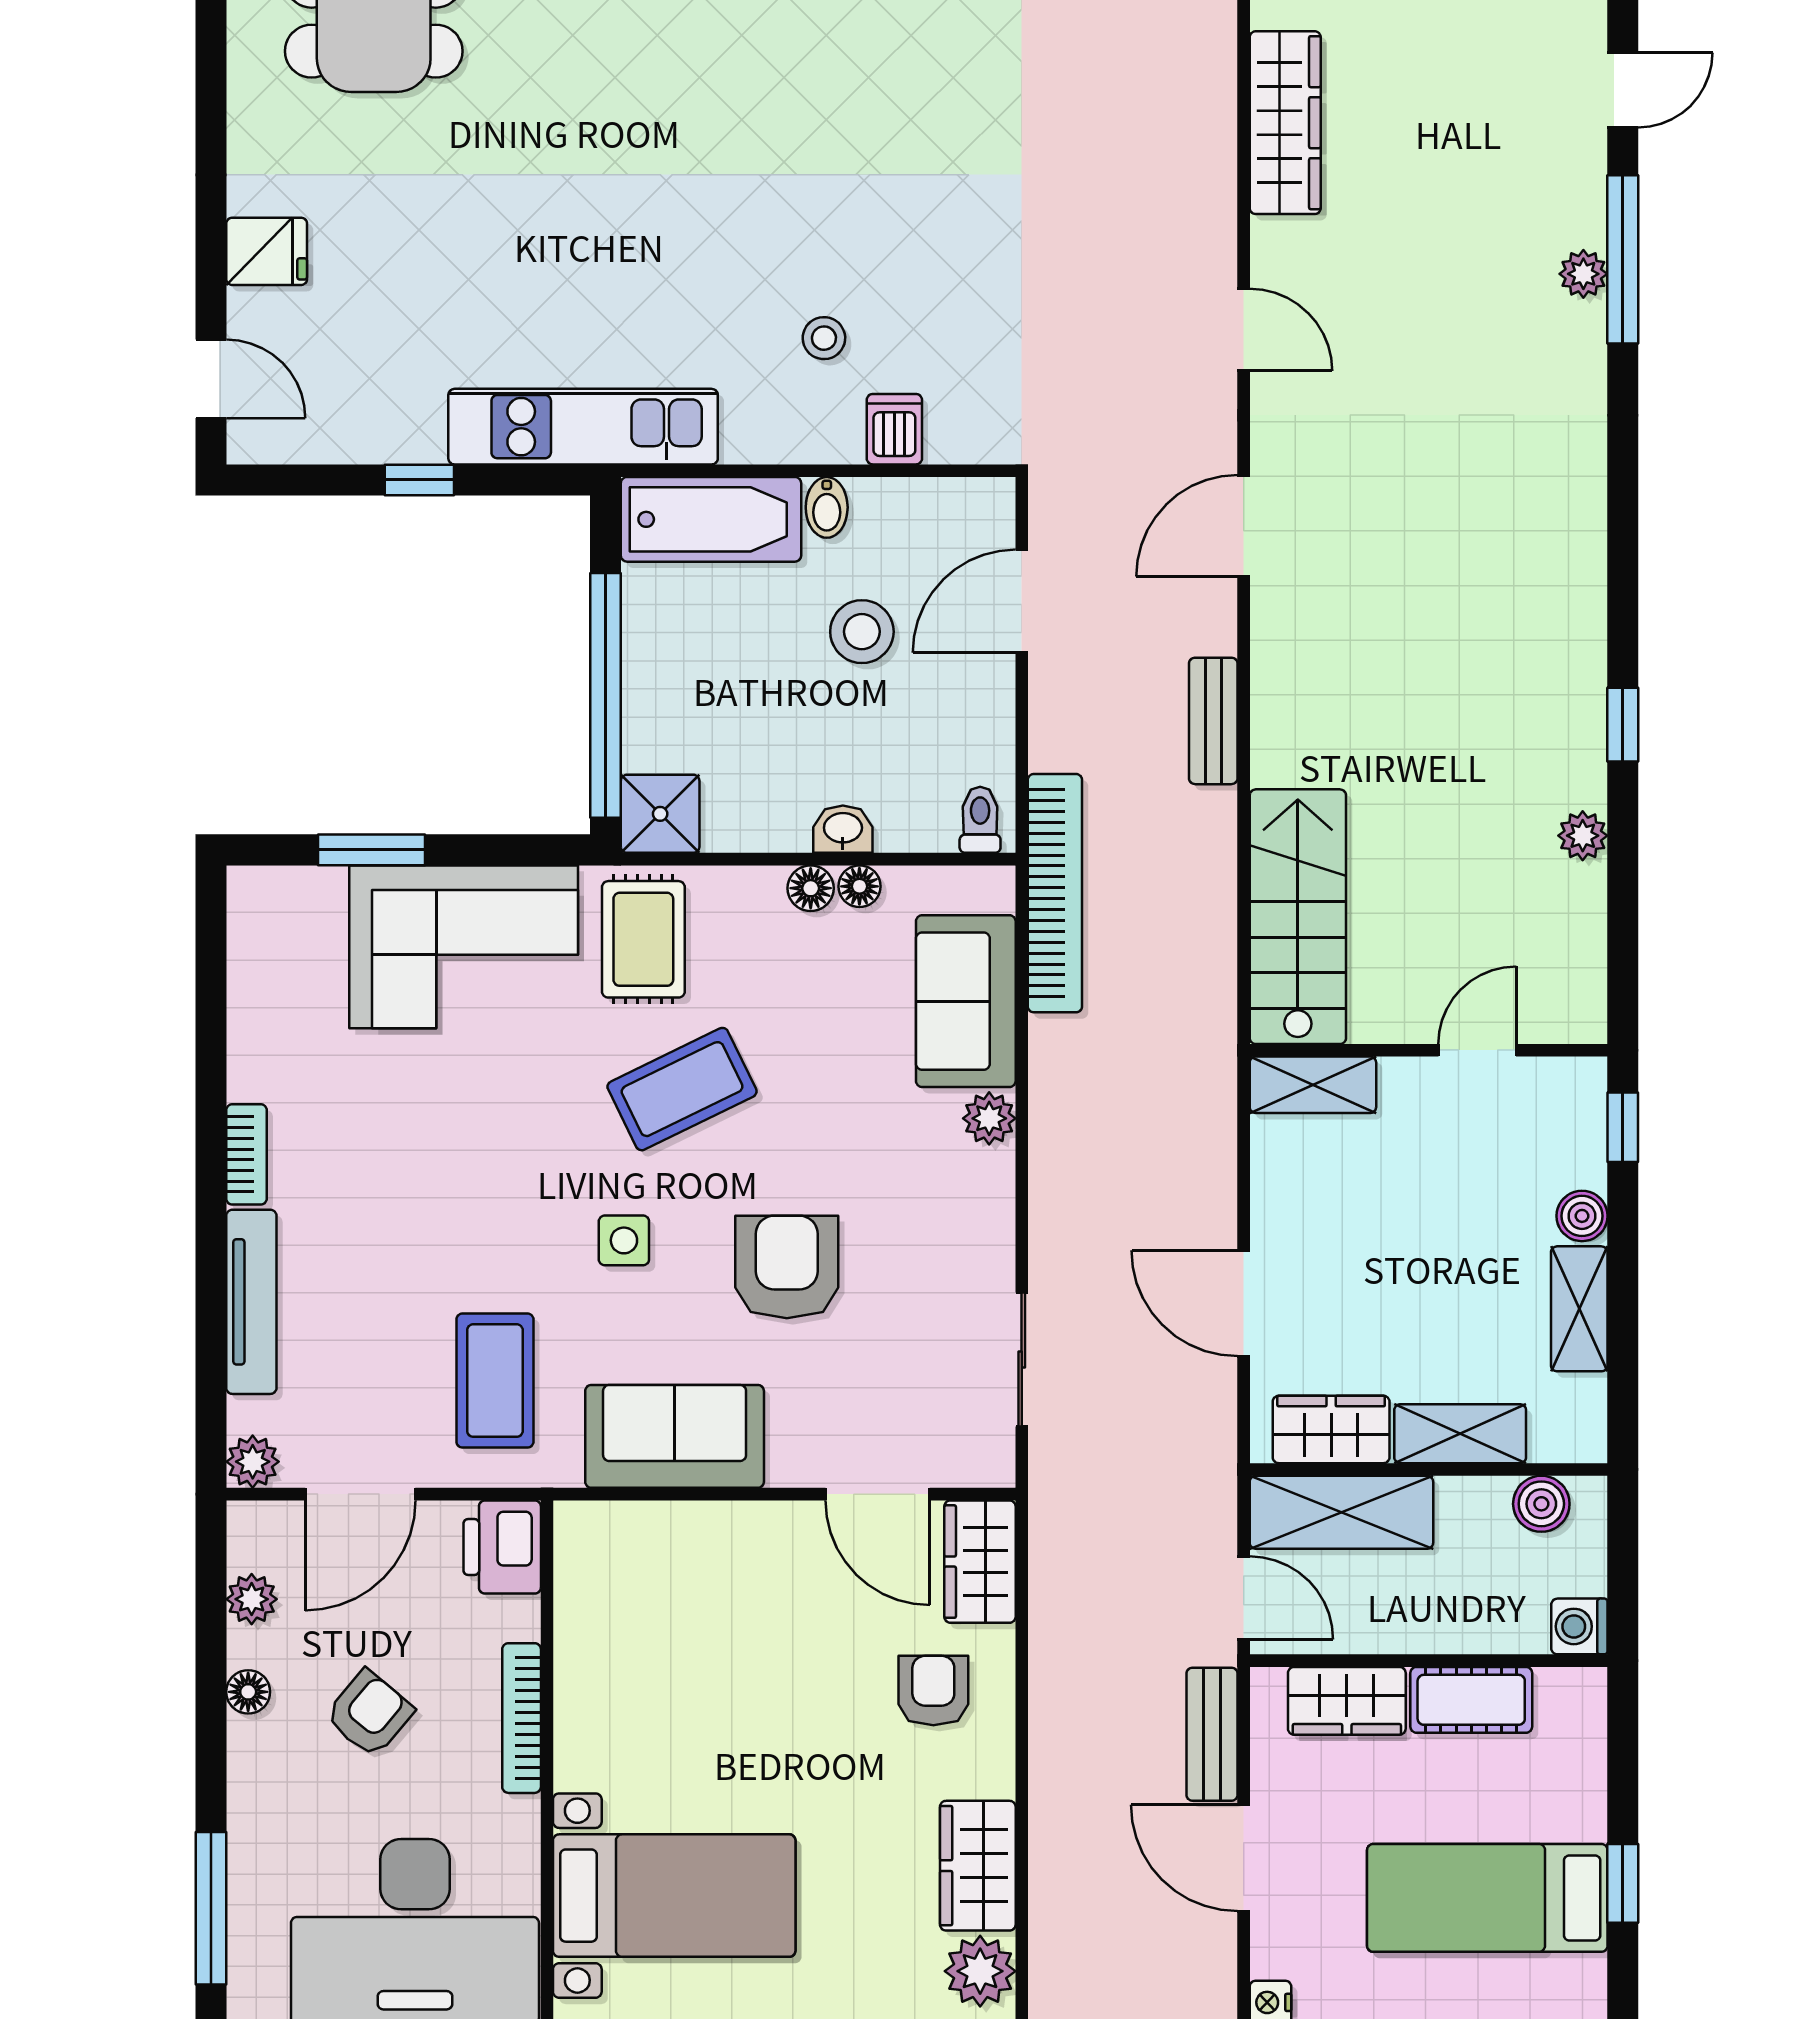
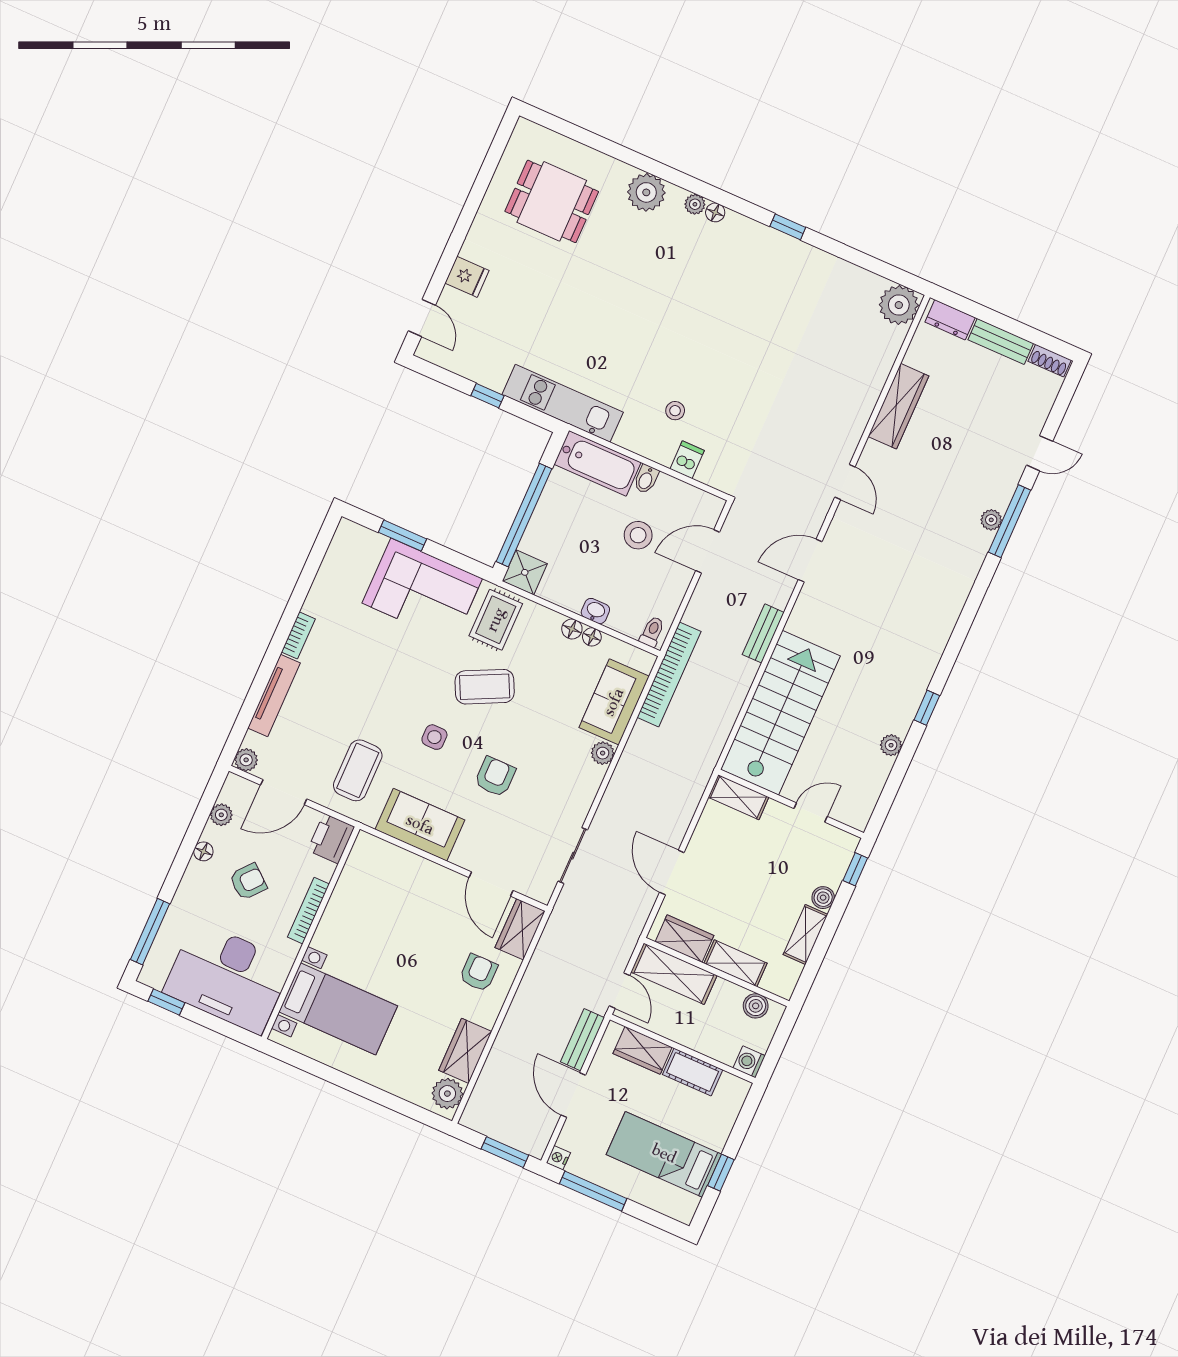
stairs: (1298, 917) -> (780, 713), width x1.36, depth x1.51
armchair: (787, 1267) -> (495, 777), width x0.72, depth x0.72

